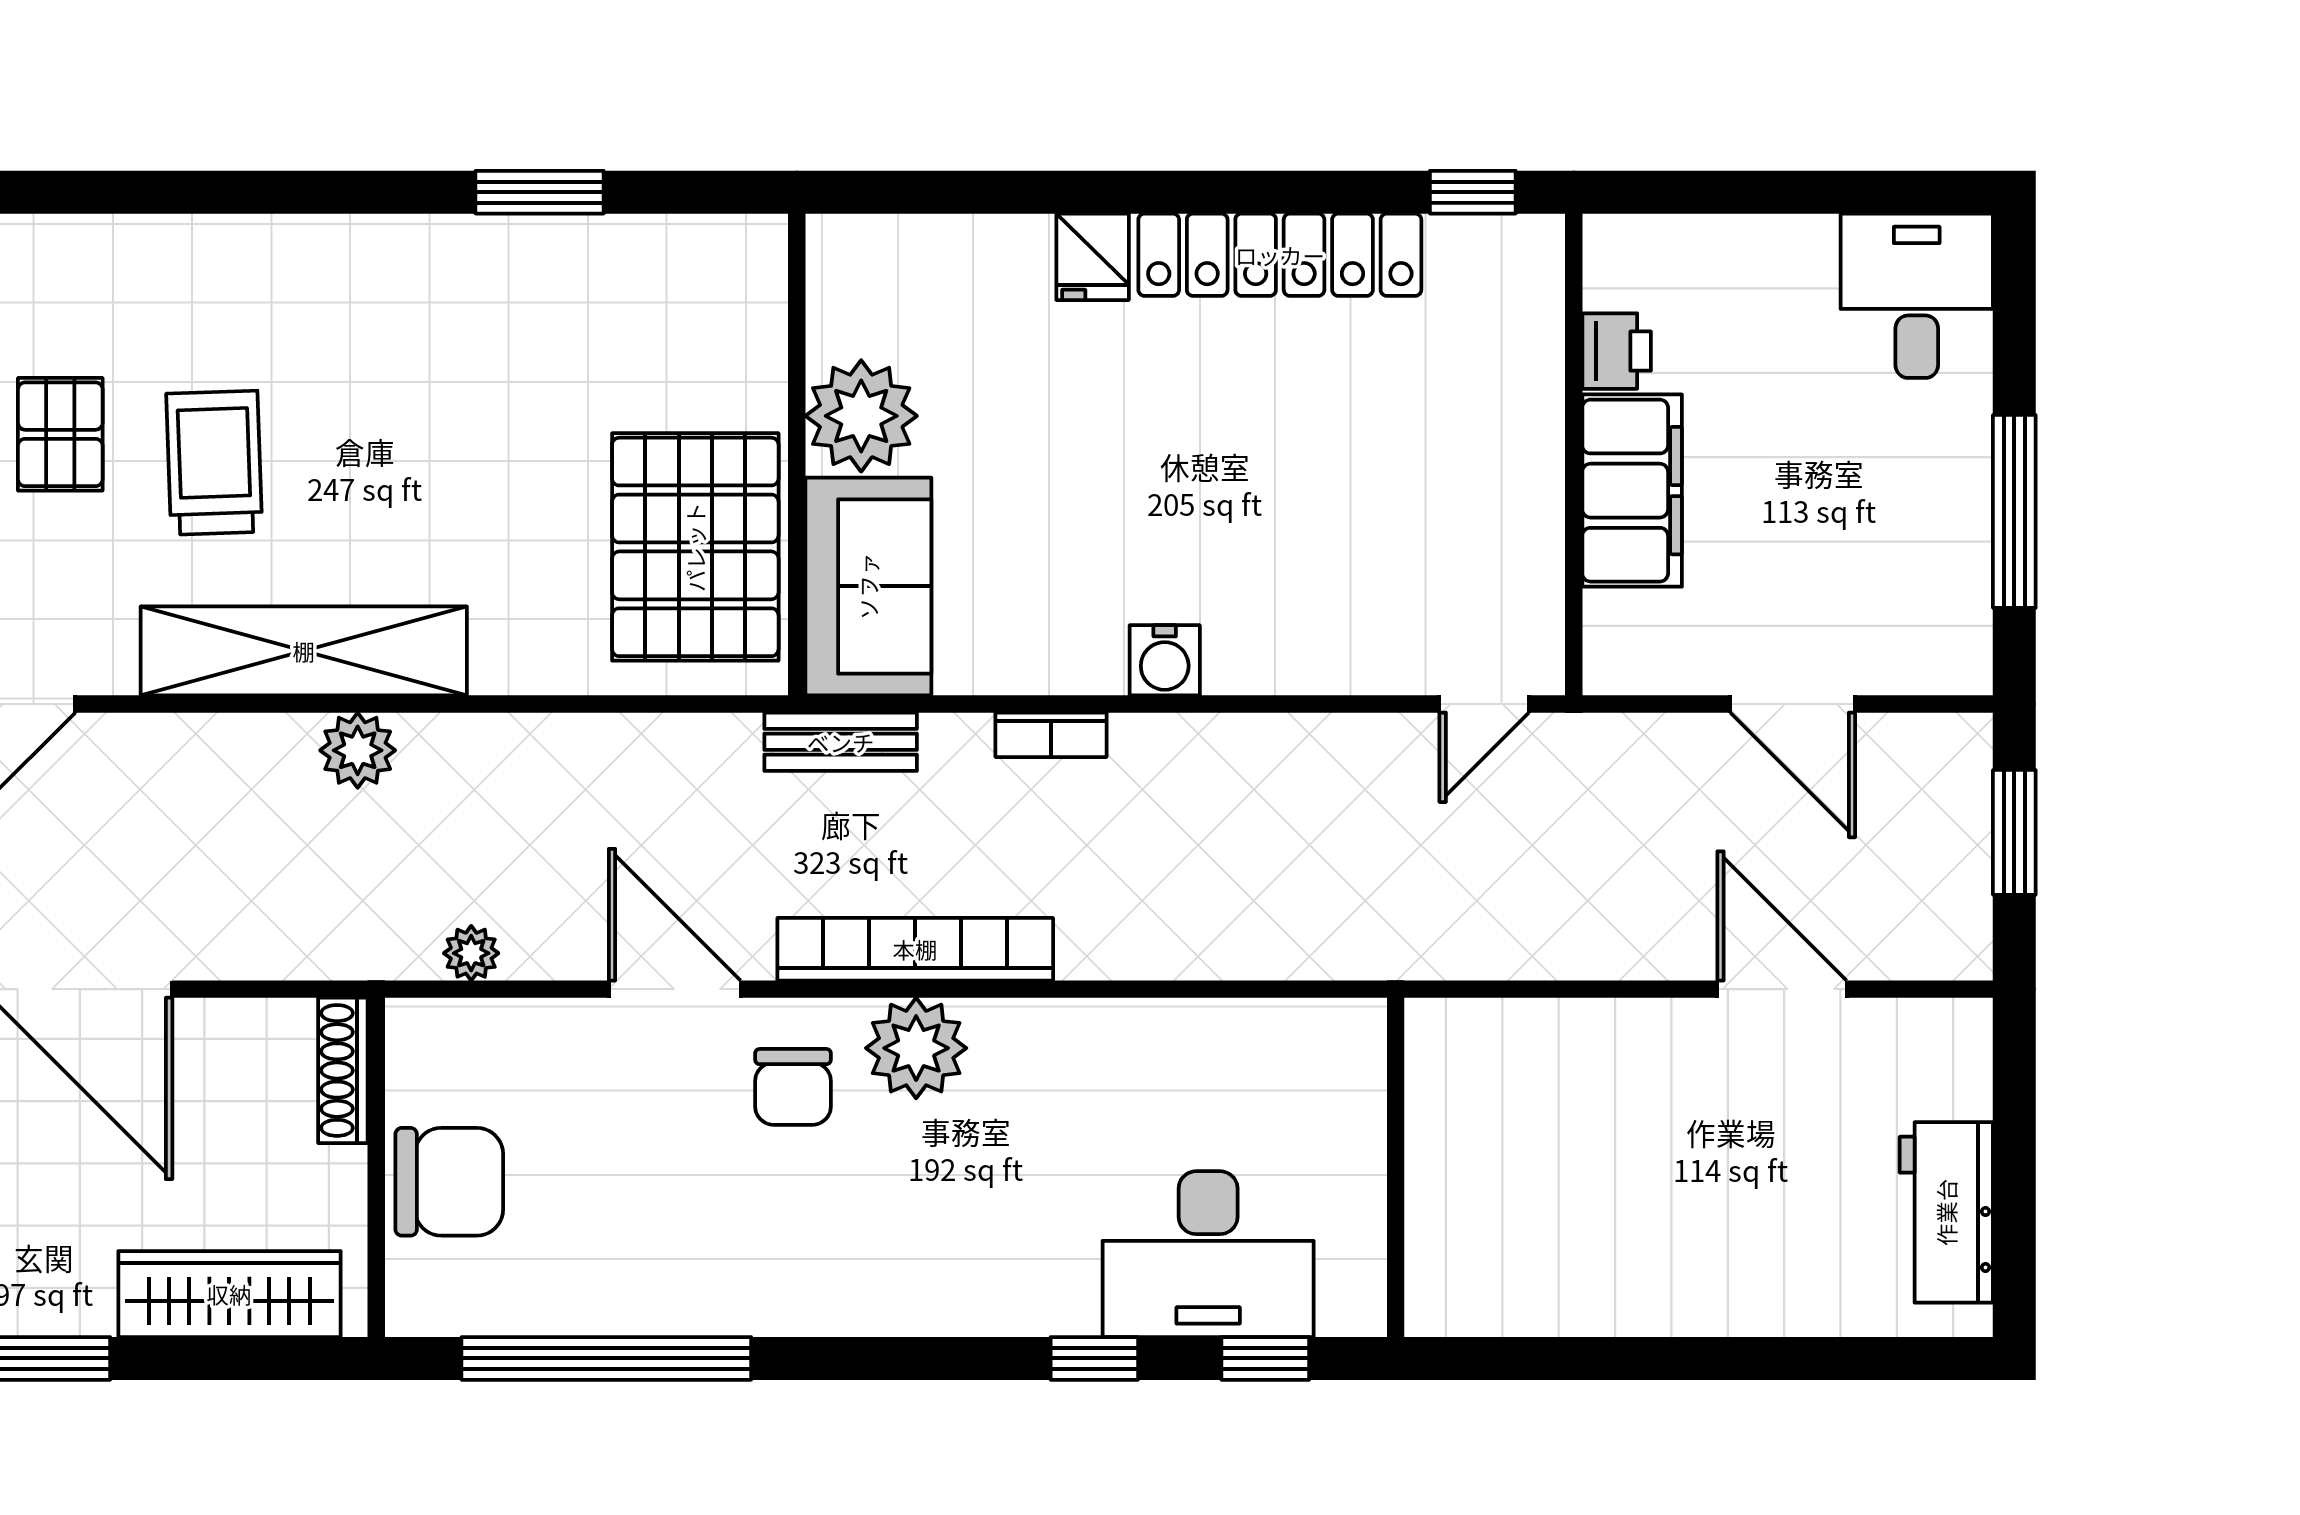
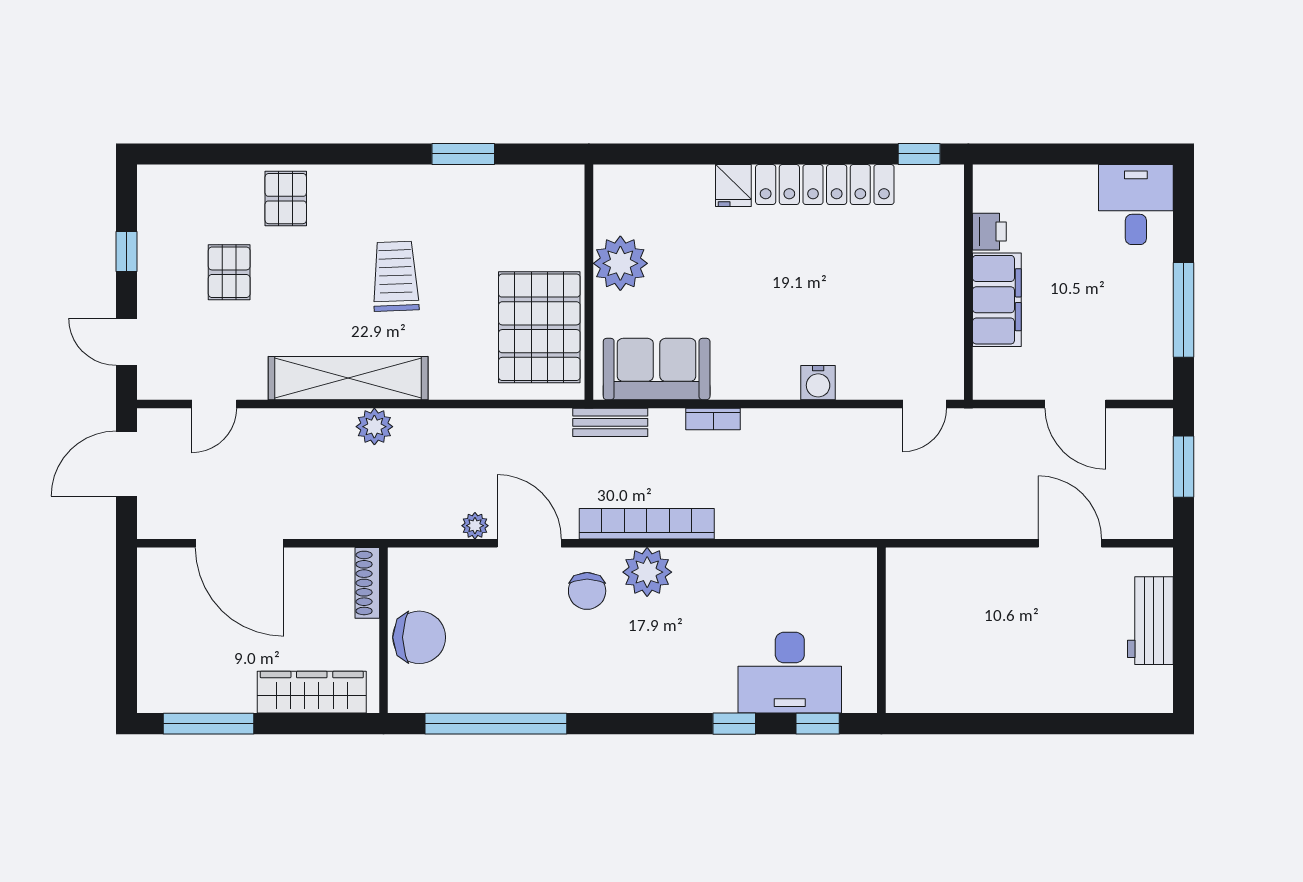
pallet: (176, 284) -> (286, 199), added
trolley: (214, 463) -> (396, 276), moved
sofa: (868, 586) -> (657, 369), moved, turned -90
water cooler: (1165, 660) -> (818, 383), moved
plant: (471, 953) -> (475, 526), moved
workbench: (1946, 1212) -> (1150, 621), moved

